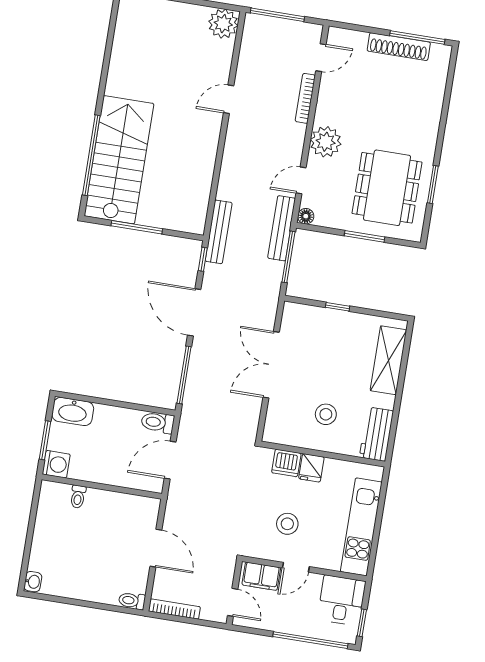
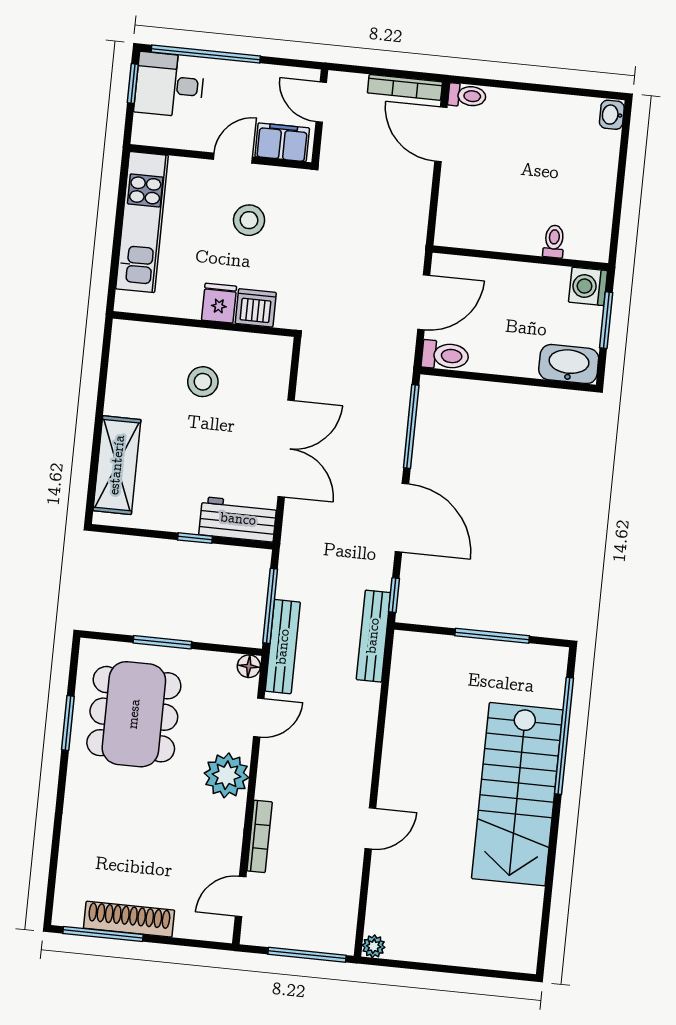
plant: (223, 24) -> (374, 946), width x0.53, depth x0.53
stairs: (119, 160) -> (517, 794), moved
workbench: (376, 434) -> (238, 519), moved, turned -90
door: (156, 548) -> (441, 134), moved
desk: (342, 600) -> (170, 85), moved, turned 90

